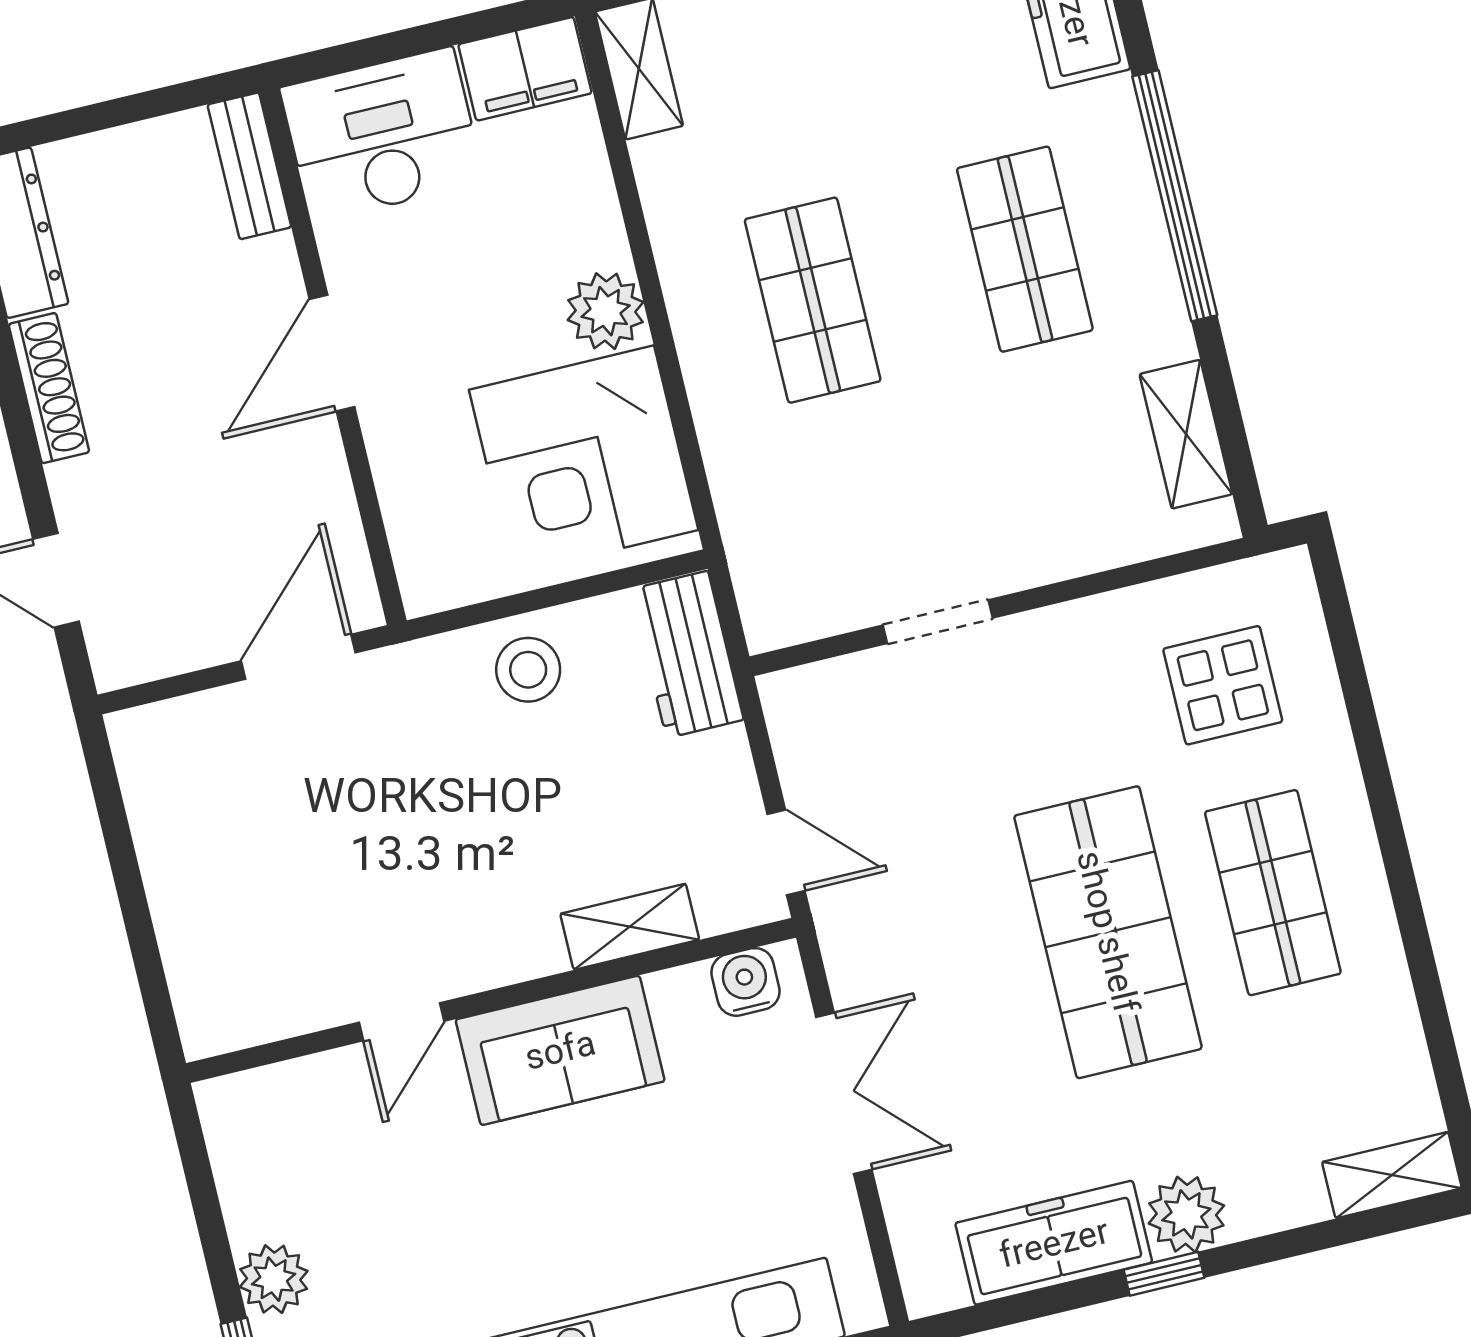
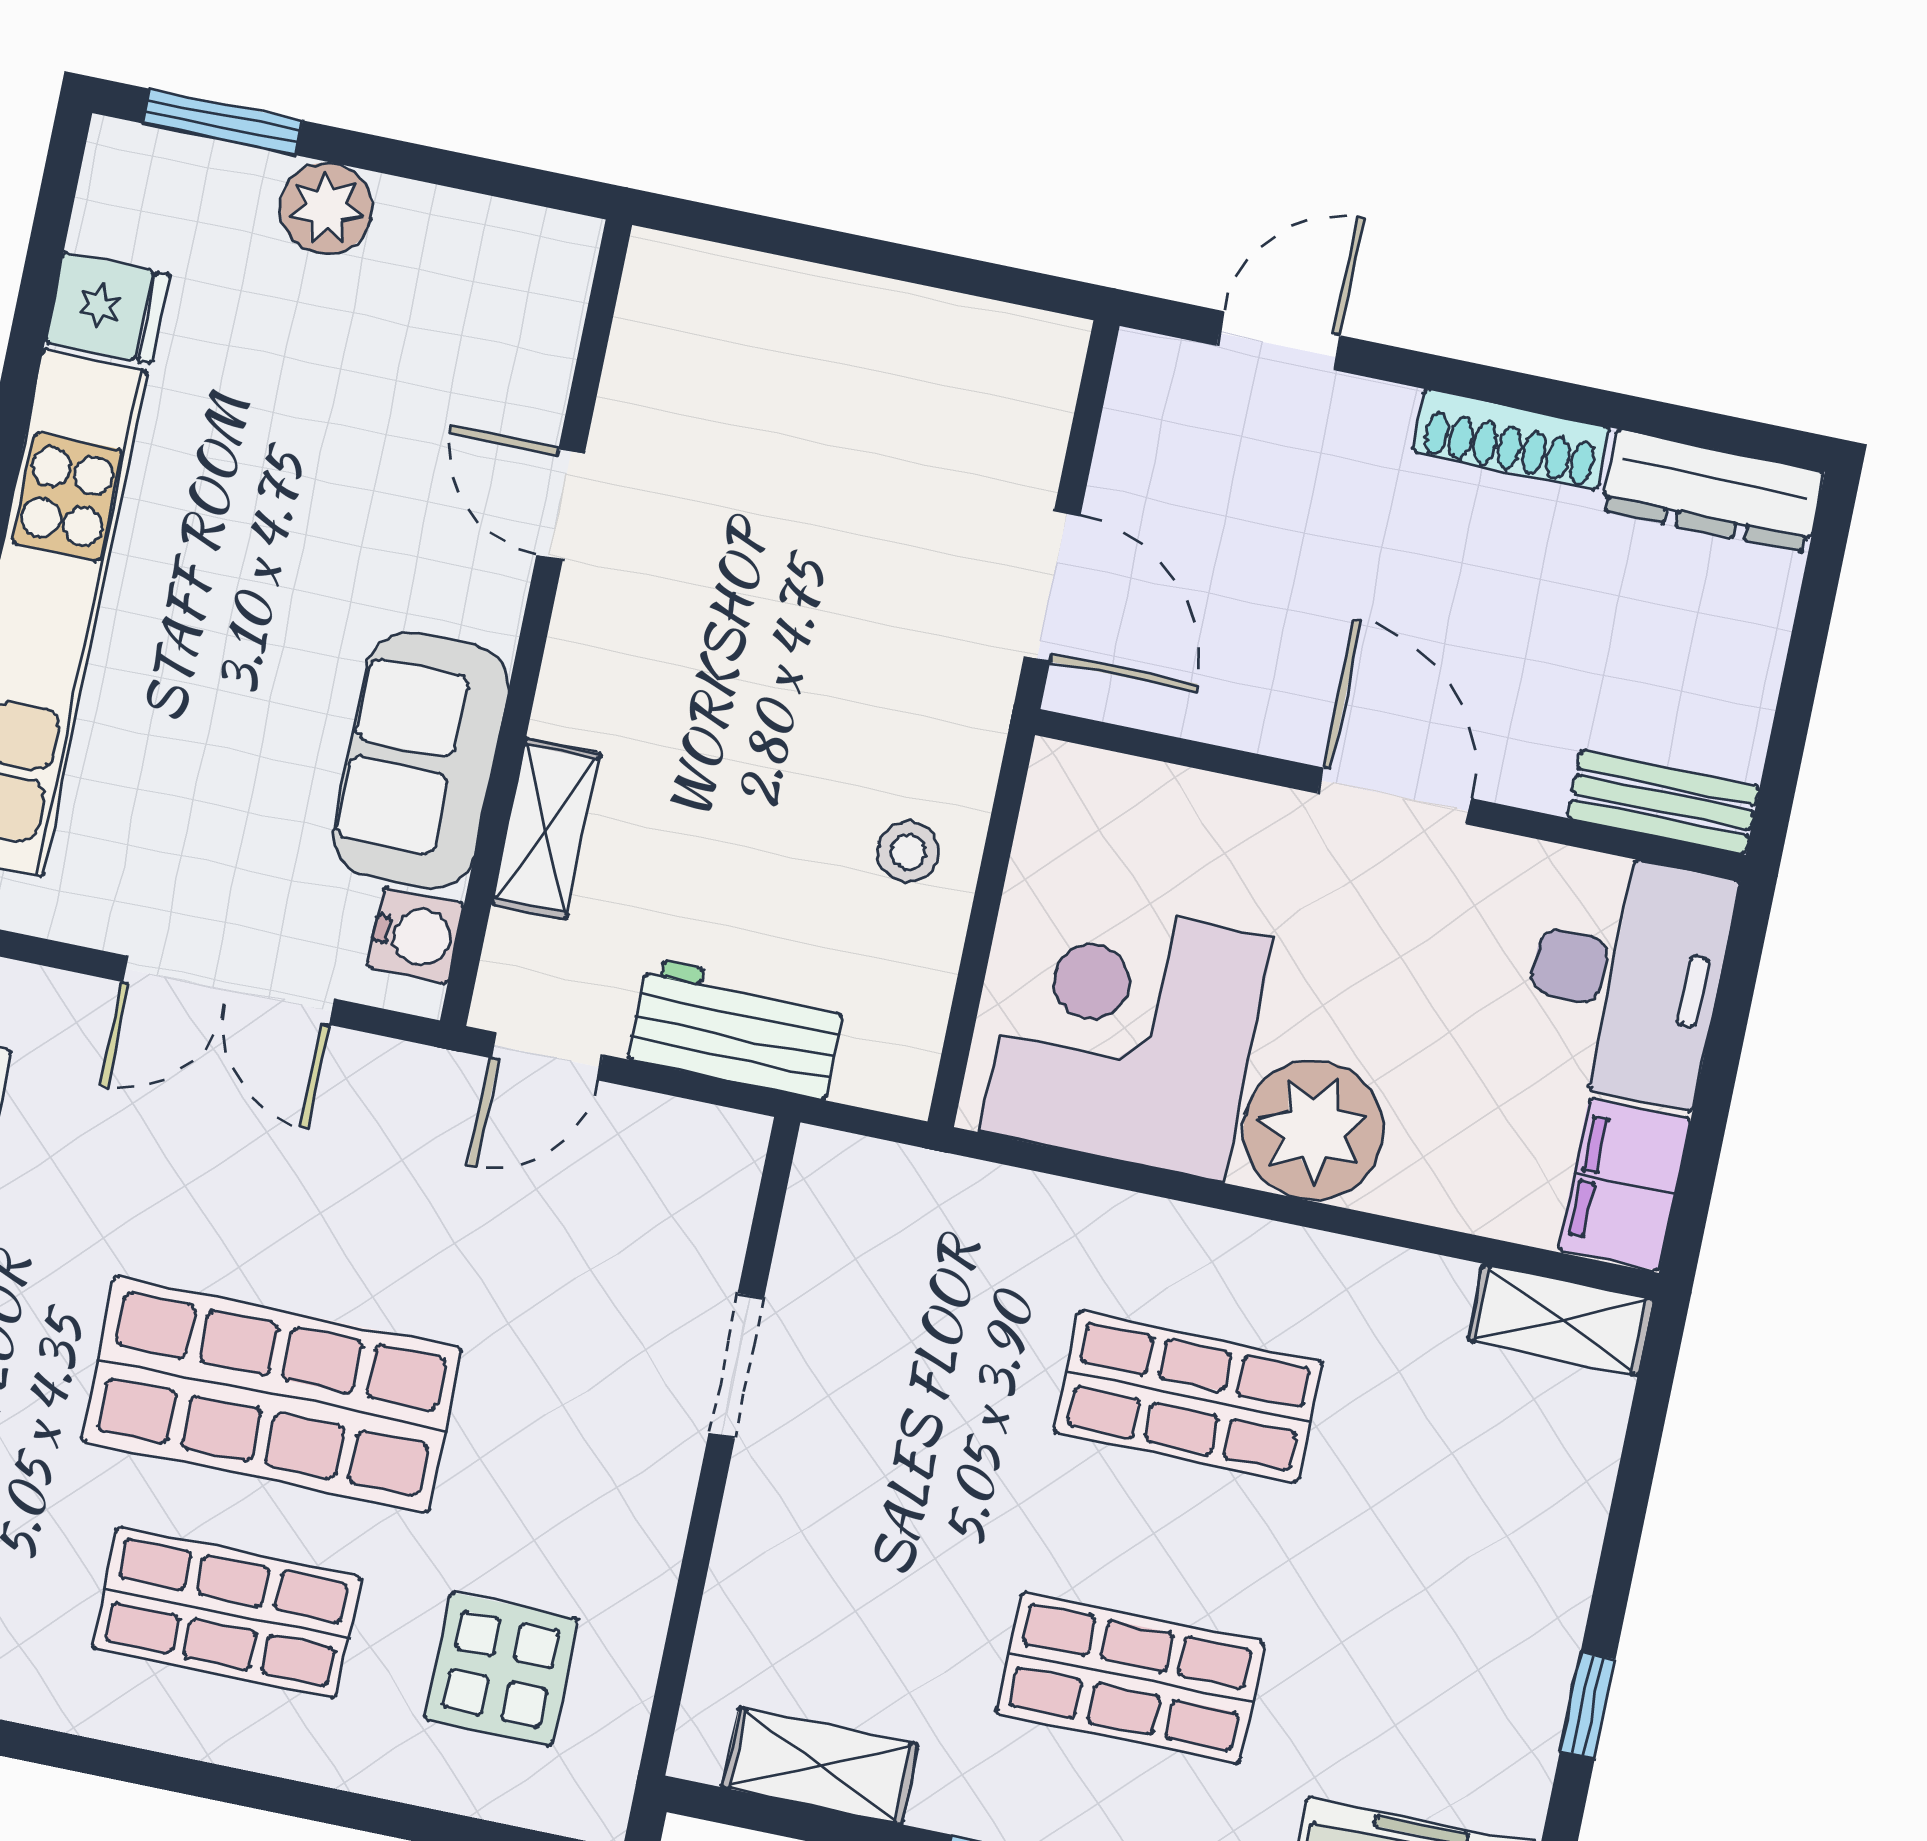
plant: (606, 311) -> (1313, 1130), width x1.36, depth x1.36
workbench: (687, 654) -> (737, 1029), moved
stool: (528, 670) -> (908, 852), width x0.73, depth x0.73
sofa: (560, 1050) -> (421, 760), moved

